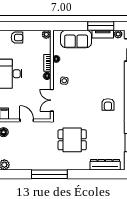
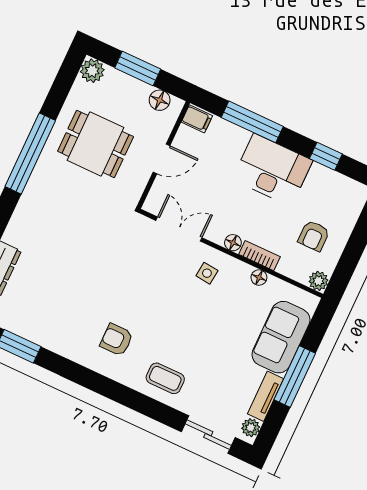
window: (101, 26) -> (295, 377), moved
armchair: (17, 38) -> (314, 236), moved
coffee table: (114, 78) -> (165, 378), added
dining table: (72, 140) -> (96, 144), moved, turned 90

